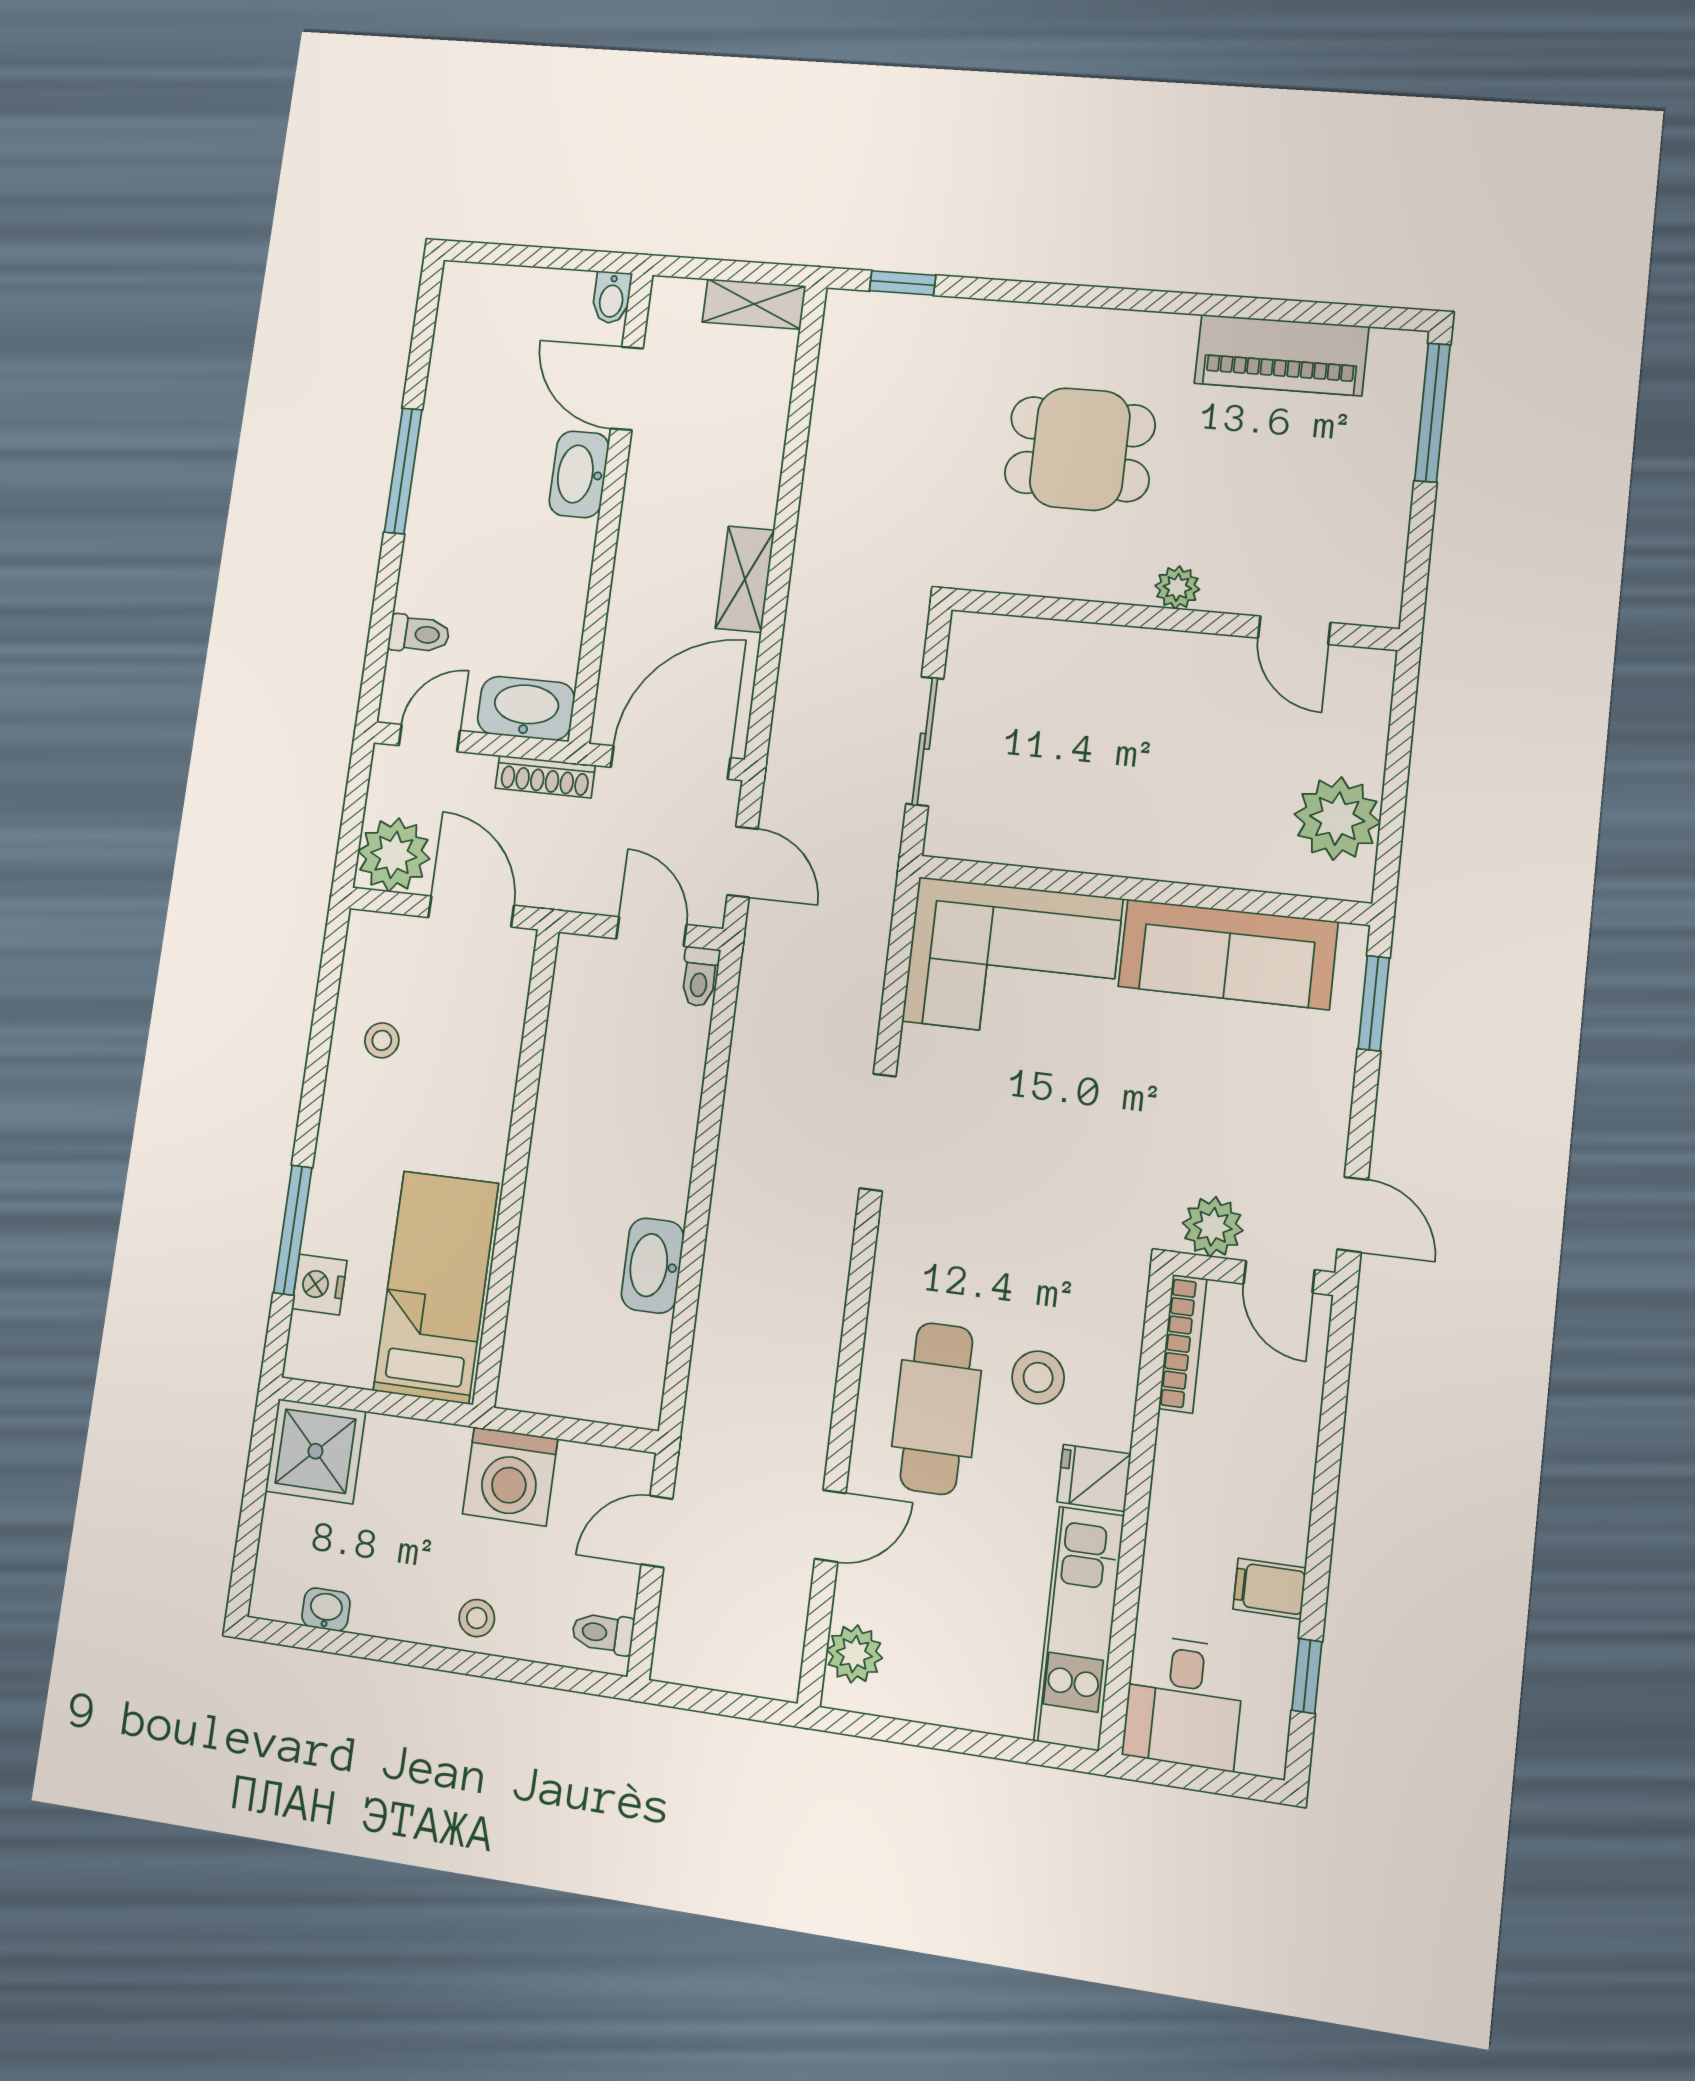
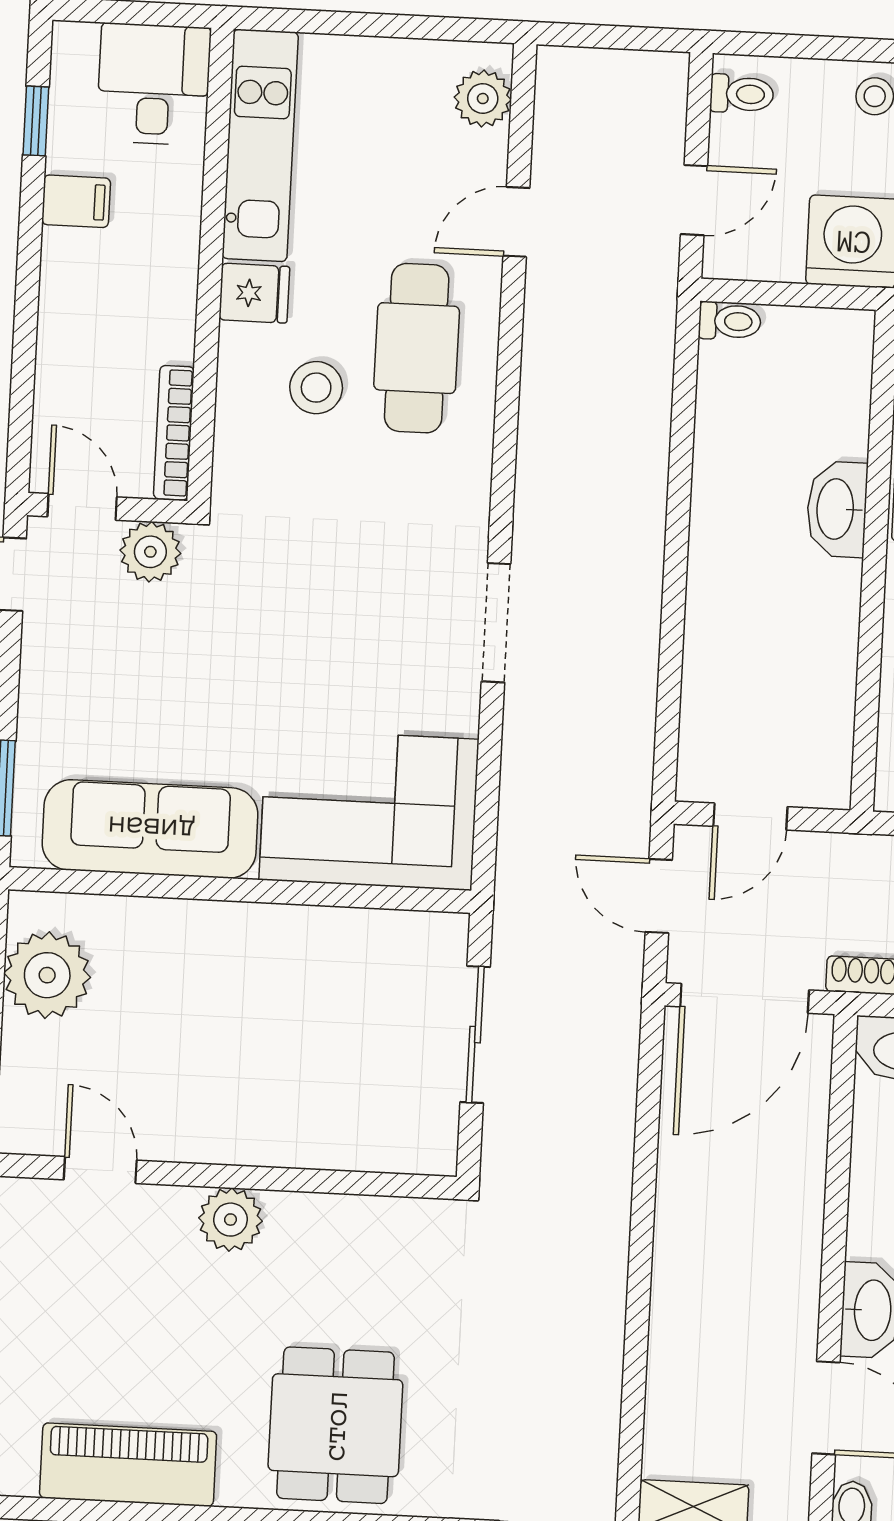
dining table: (1080, 449) -> (335, 1425), moved, turned 90
shelving: (745, 579) -> (680, 1201), removed
plant: (1177, 587) -> (230, 1220), width x1.38, depth x1.38
door: (651, 932) -> (750, 817), hinge flipped
toilet: (700, 977) -> (730, 321), moved, turned 90
washbasin: (653, 1266) -> (837, 509), moved, turned 180

